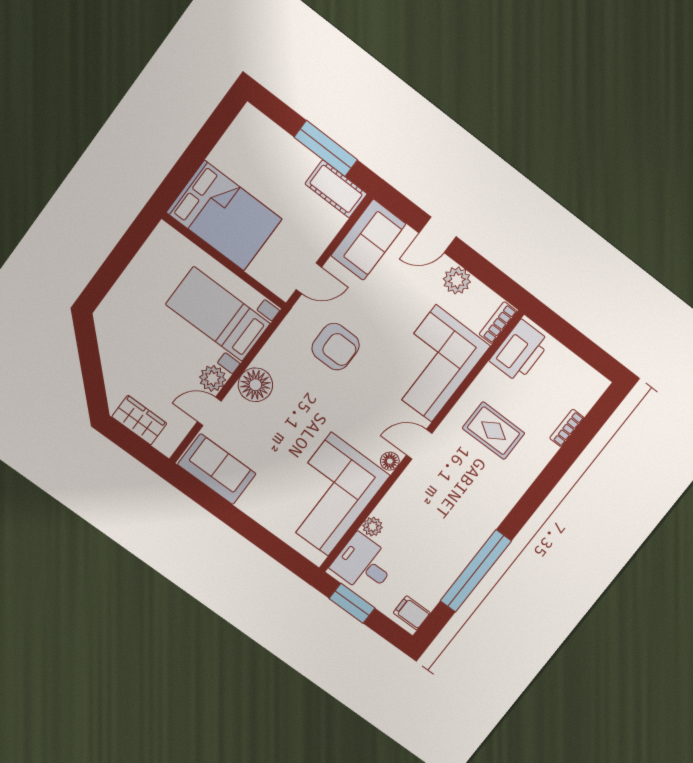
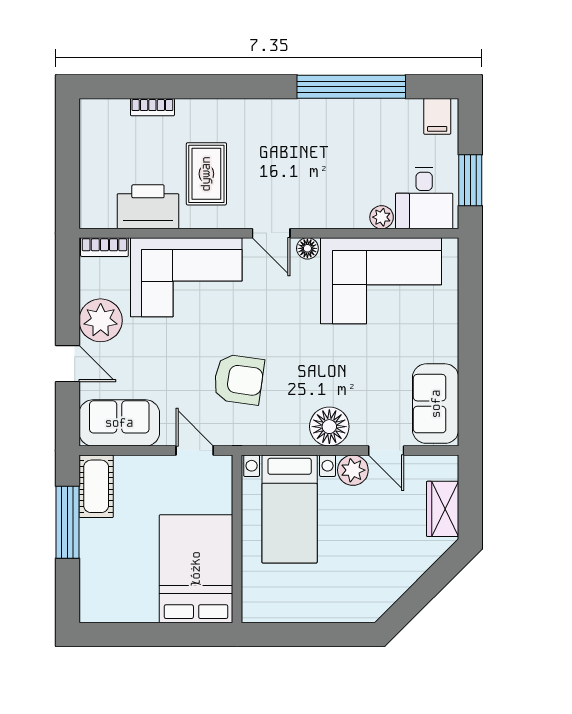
plant: (457, 280) -> (101, 320), width x1.36, depth x1.36
armchair: (336, 347) -> (239, 379), turned 98
printer: (520, 351) -> (148, 207), moved

